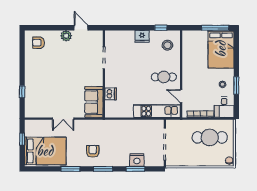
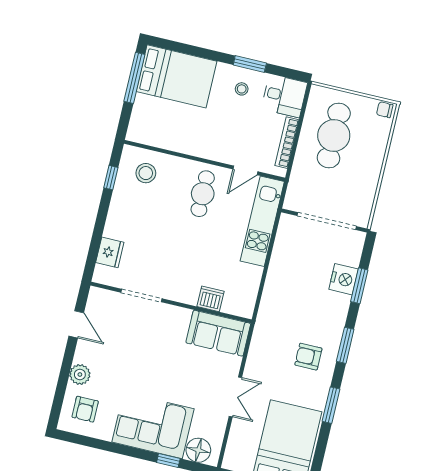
door: (81, 28) -> (76, 324), swing flipped
plant: (66, 36) -> (80, 374), moved
fridge: (142, 36) -> (110, 252), moved
corner sofa: (38, 80) -> (153, 425), added
floor lamp: (31, 106) -> (198, 450), added

